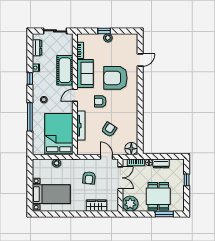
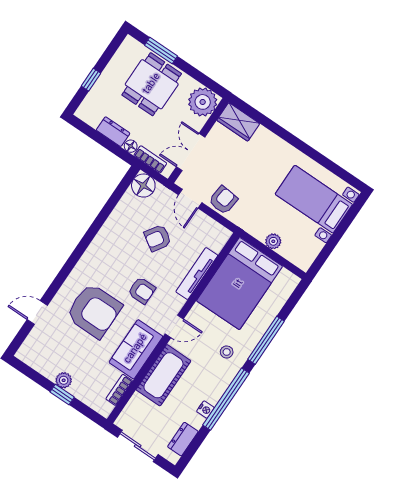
window: (30, 79) -> (226, 399), width x3.17
armchair: (89, 178) -> (223, 200), moved
wardrobe: (96, 206) -> (238, 122), moved

